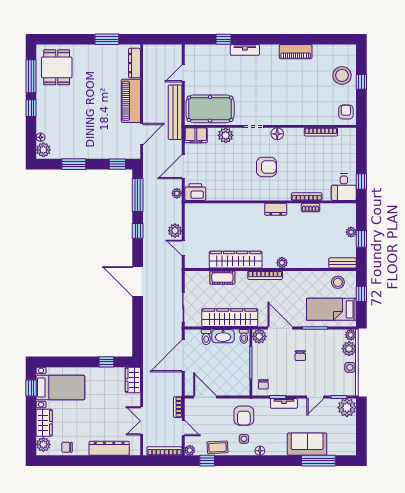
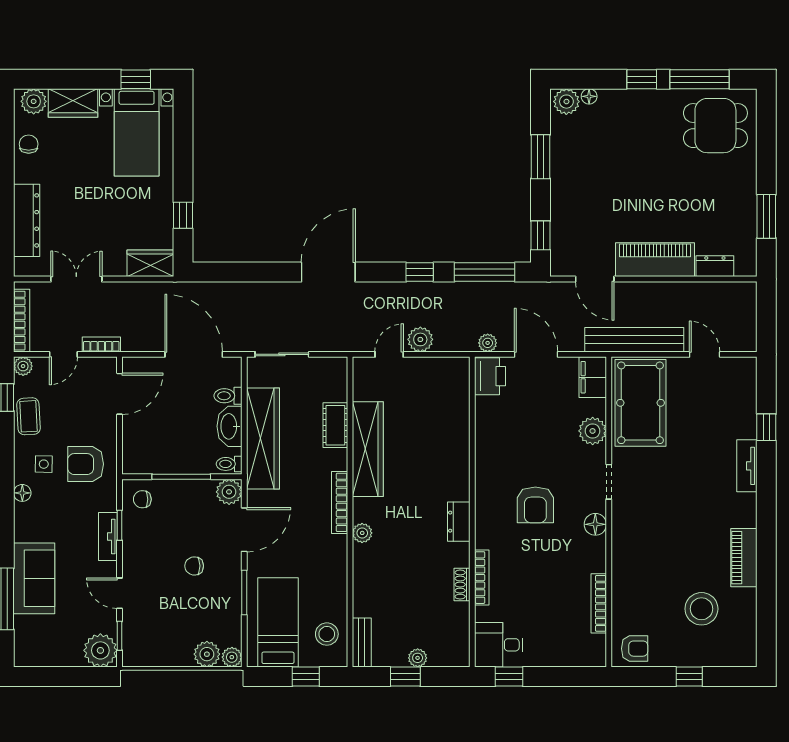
dresser: (134, 63) -> (715, 266), width x0.70
stool: (342, 75) -> (701, 609), moved
side table: (350, 367) -> (173, 656), removed

